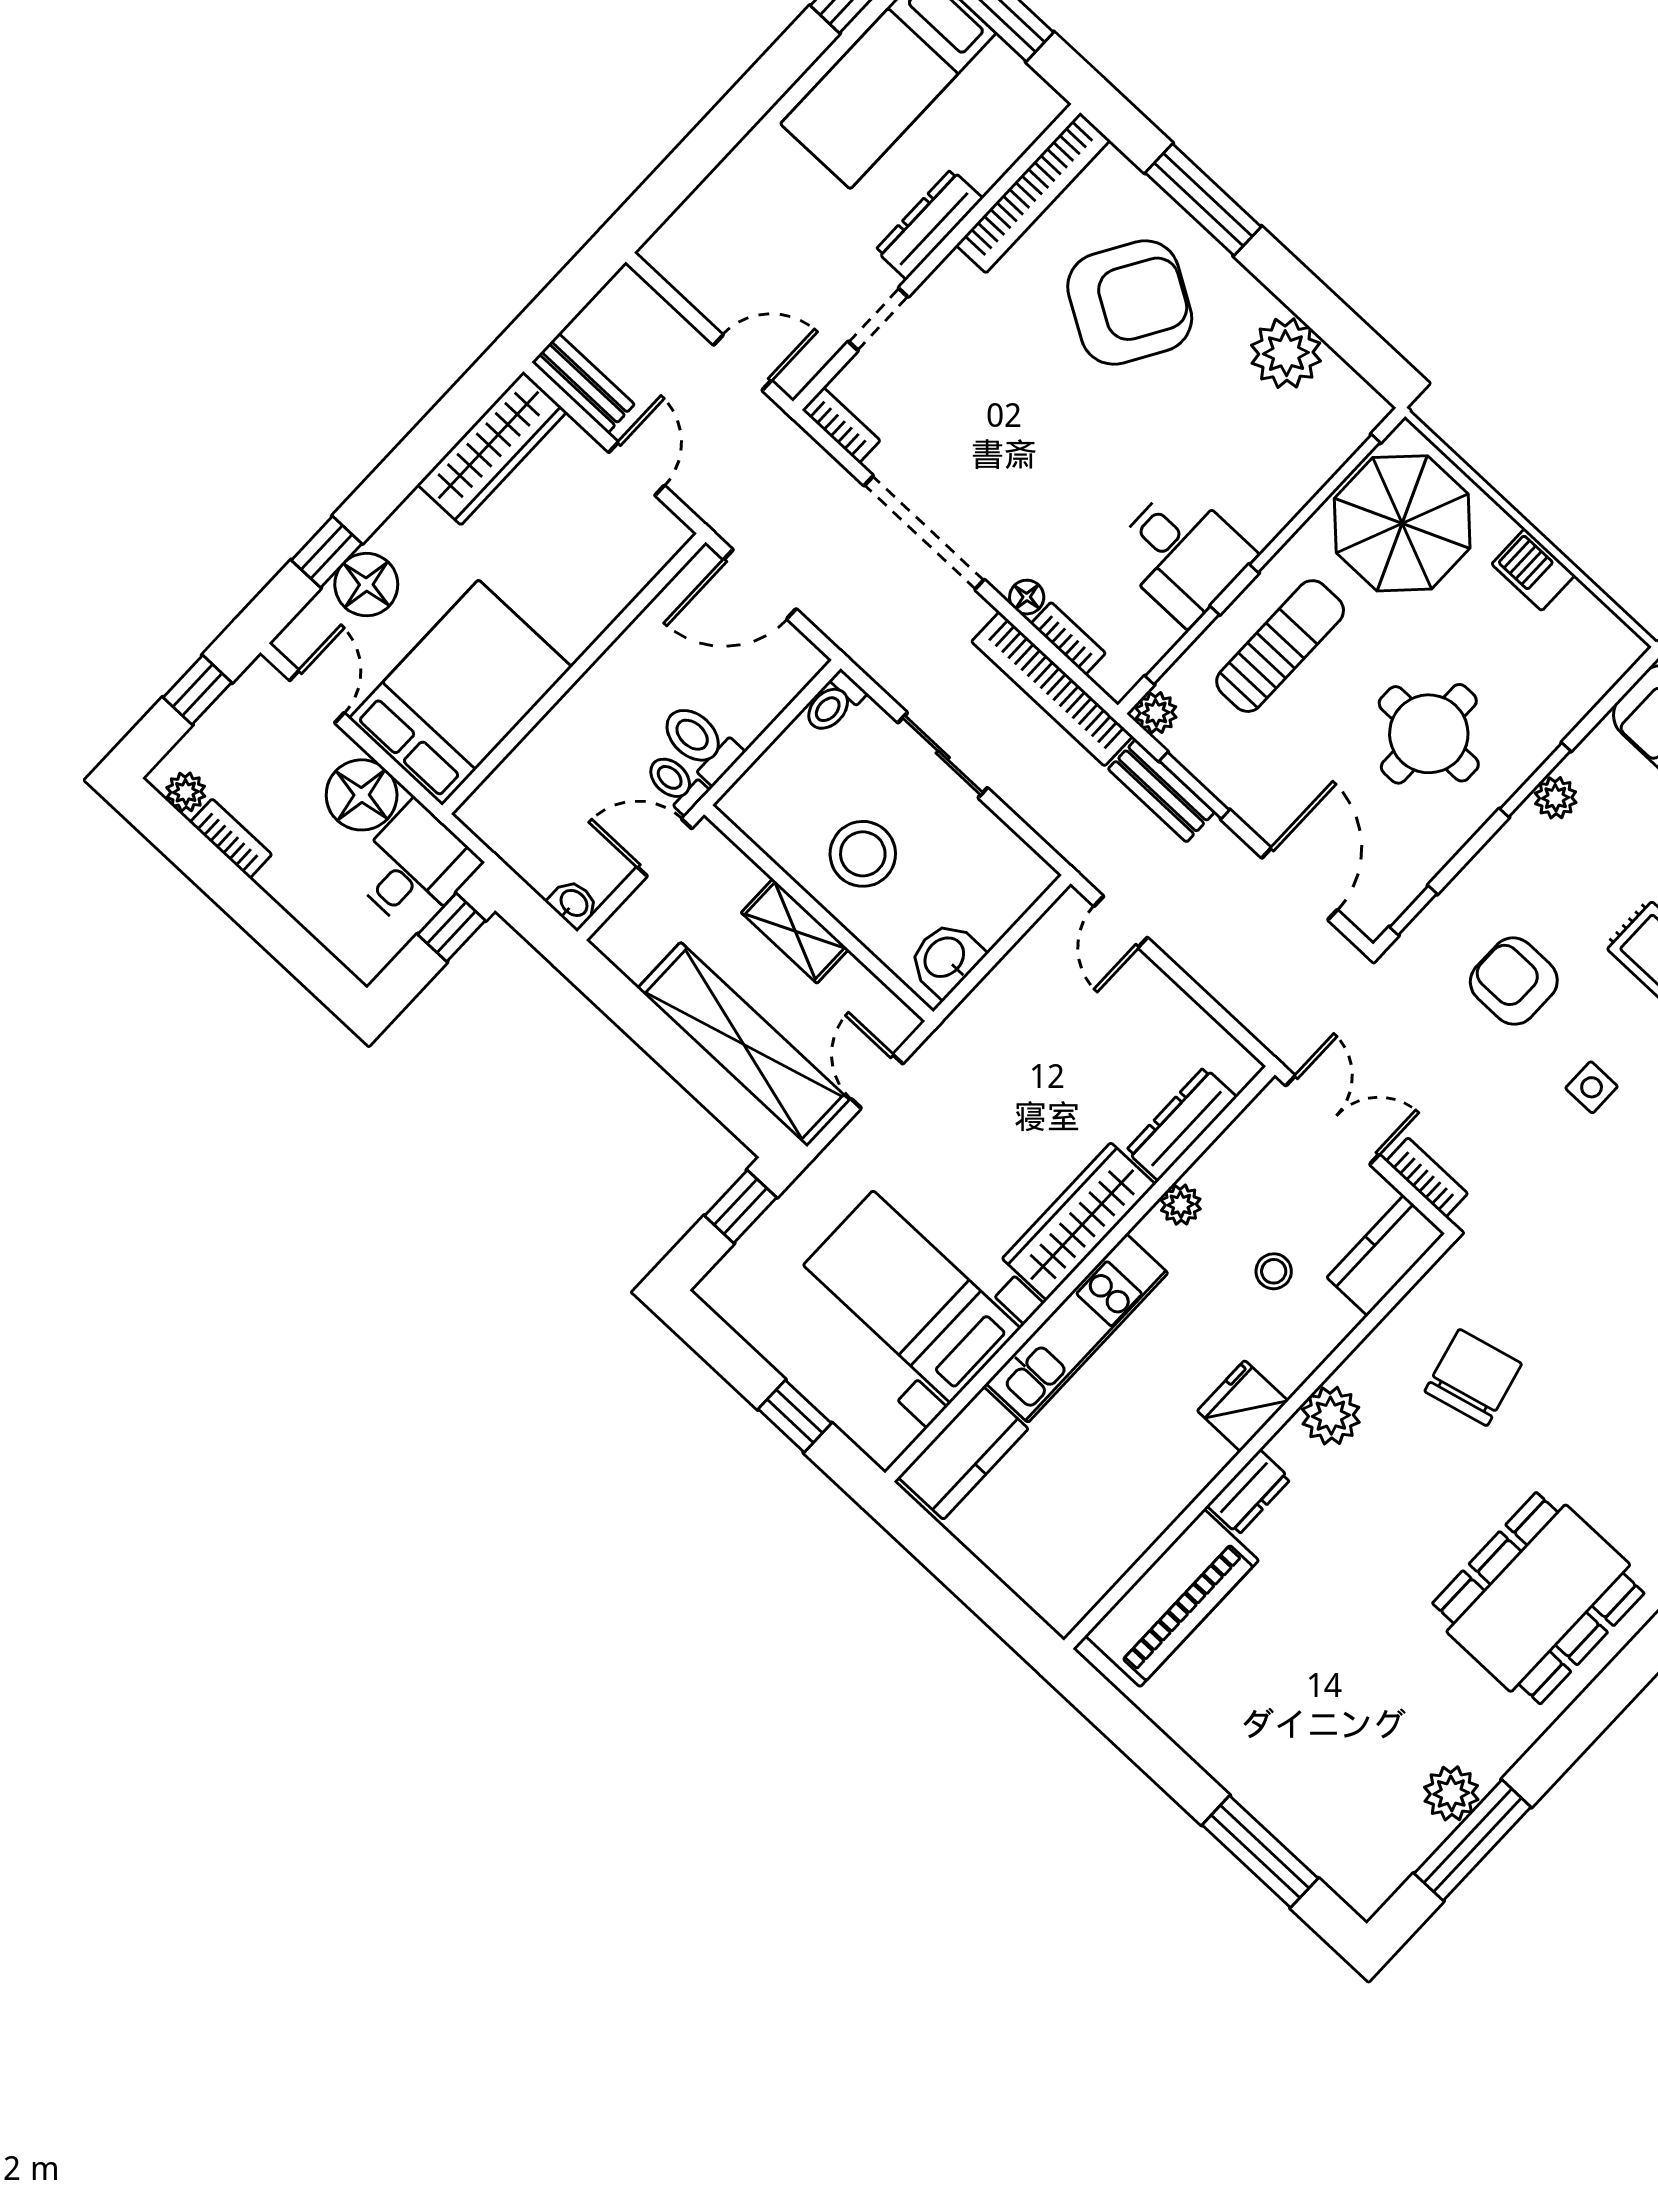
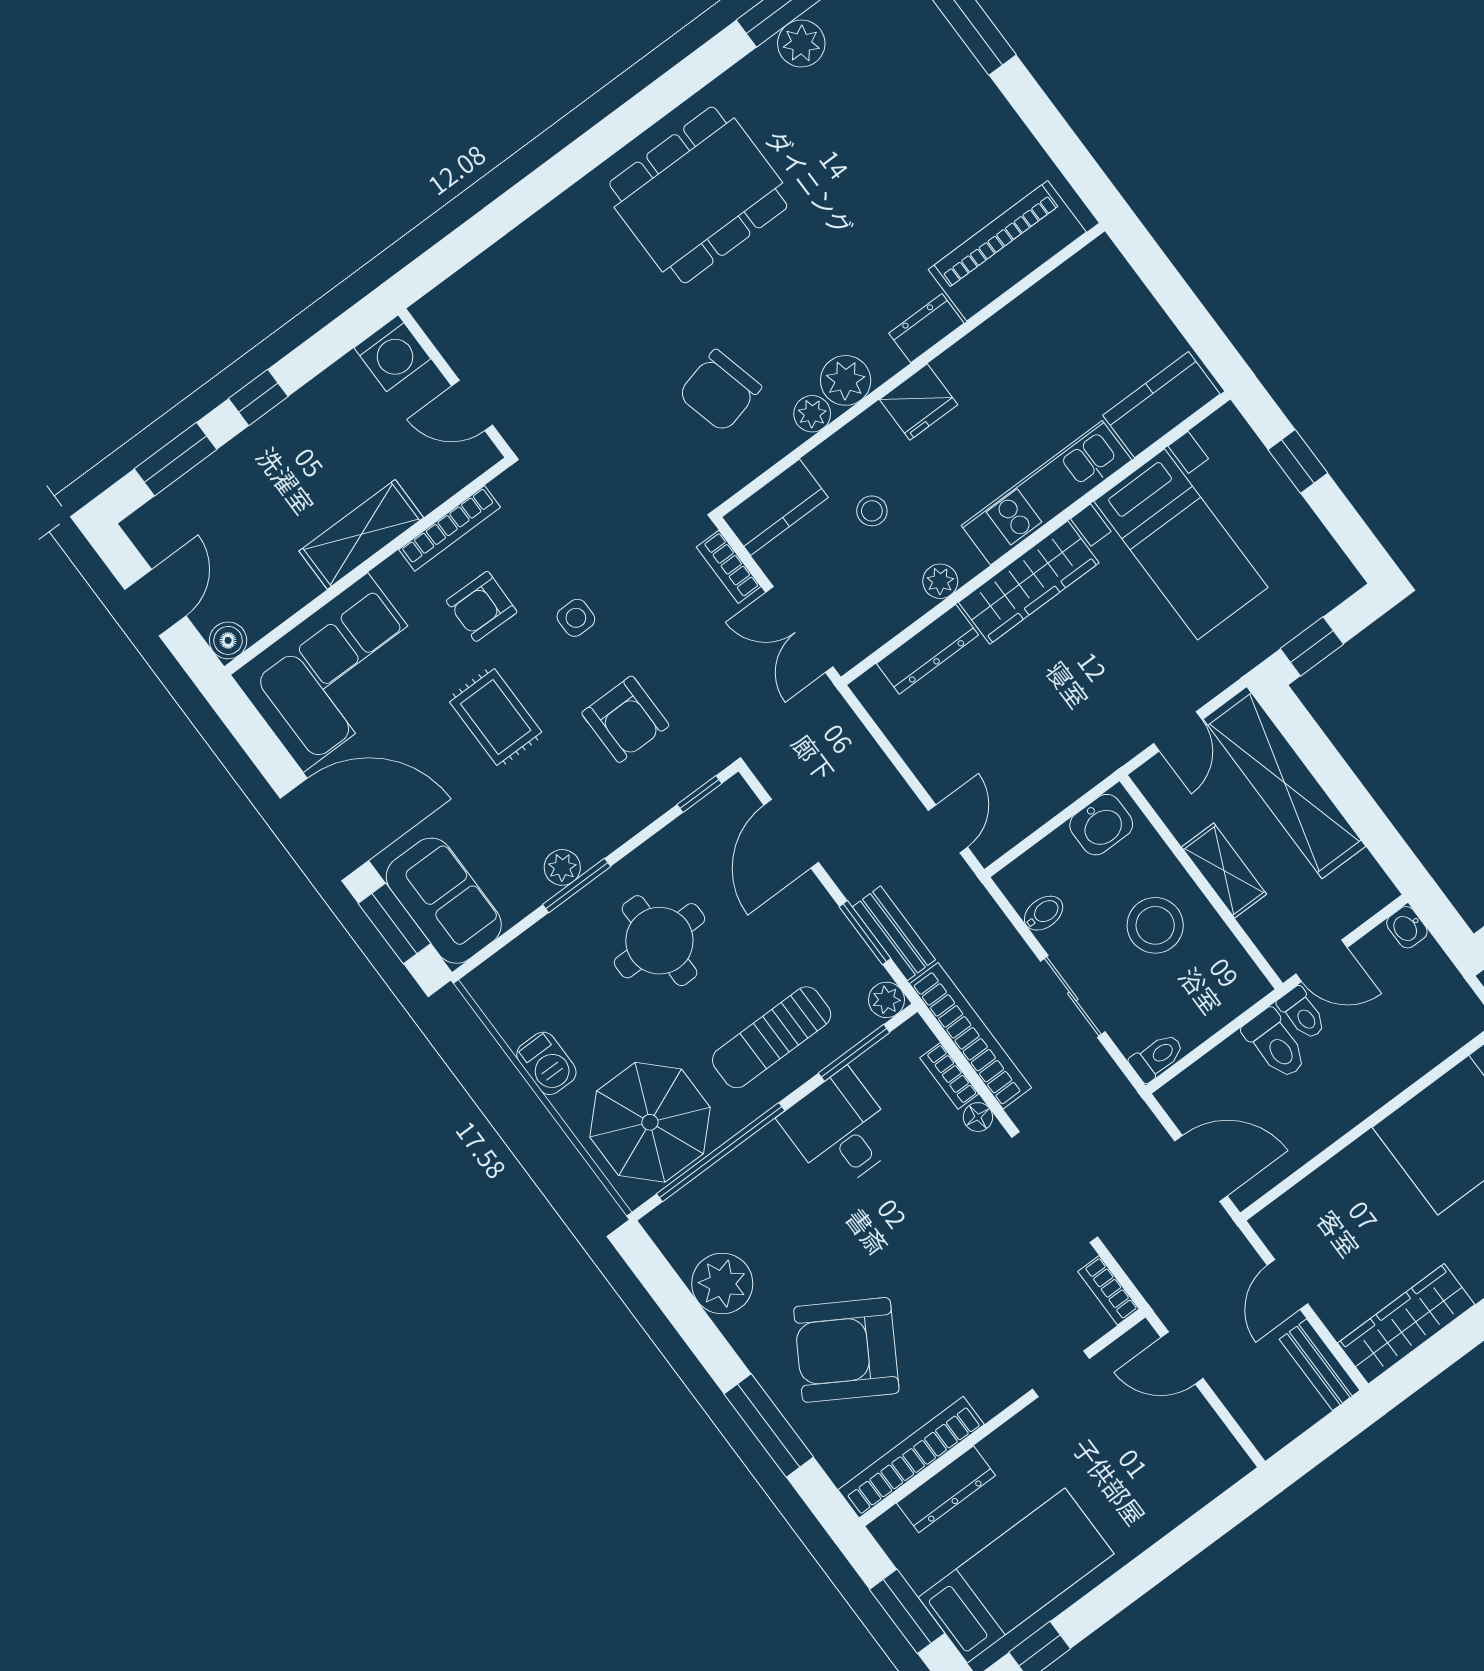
dresser: (929, 224) -> (946, 1489), moved
bidet: (993, 845) -> (1044, 913), added
plant: (1362, 1370) -> (812, 414), added

